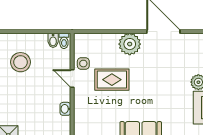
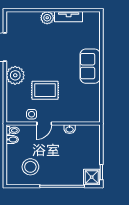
rug: (112, 80) -> (45, 90), turned 90

